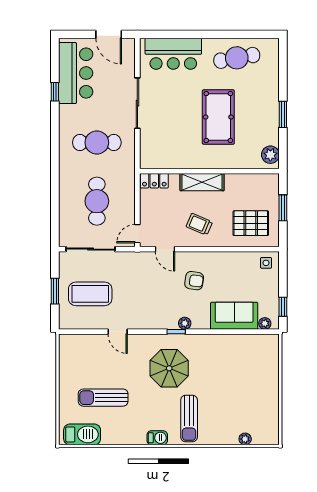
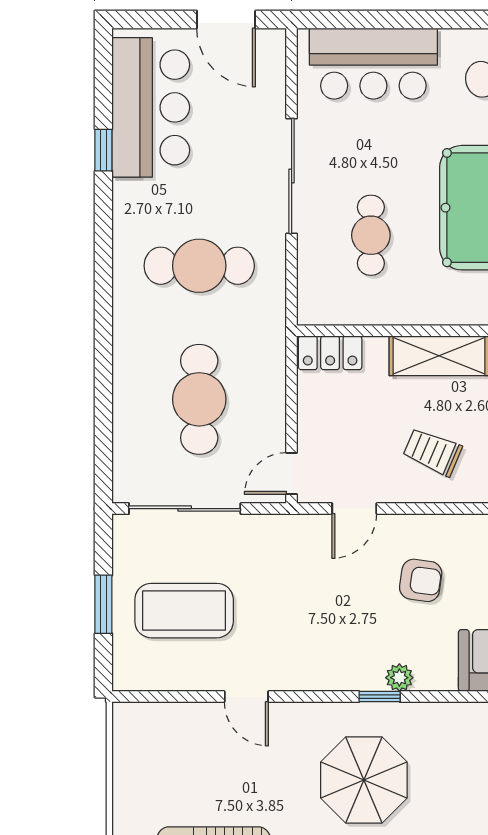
cafe table: (172, 129) -> (371, 235), added
door: (165, 249) -> (354, 509), hinge flipped

